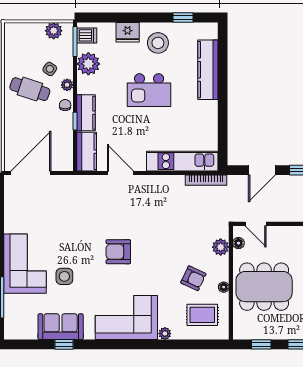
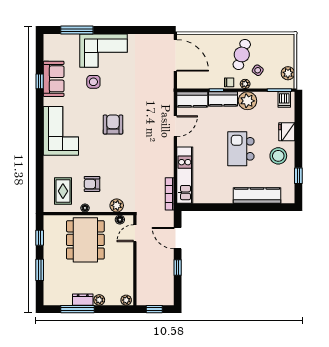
plant: (88, 64) -> (247, 101), moved
armchair: (193, 278) -> (92, 184), turned 65
plant: (165, 334) -> (48, 161), removed

